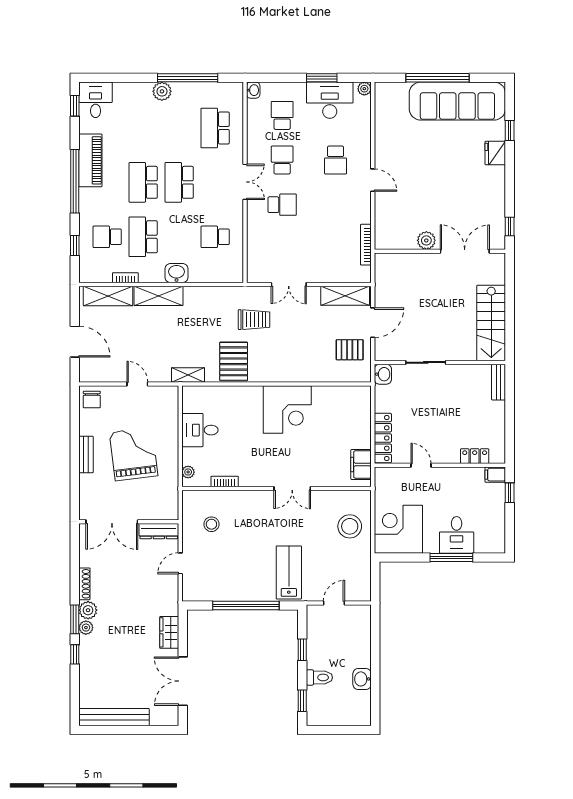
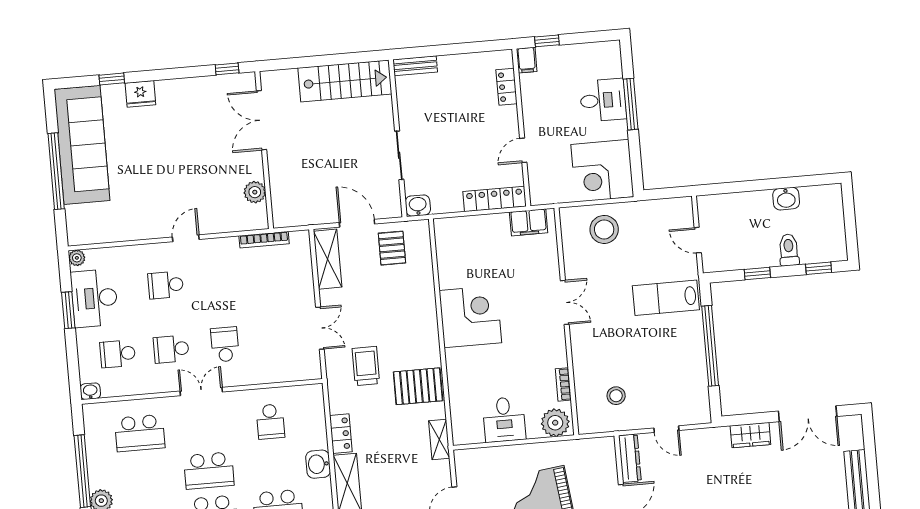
school desk: (336, 160) -> (166, 285), turned 180
plant: (426, 240) -> (255, 192), moved
locker: (200, 294) -> (341, 434), added
plant: (188, 472) -> (555, 423), width x1.88, depth x1.88

